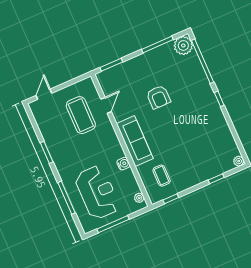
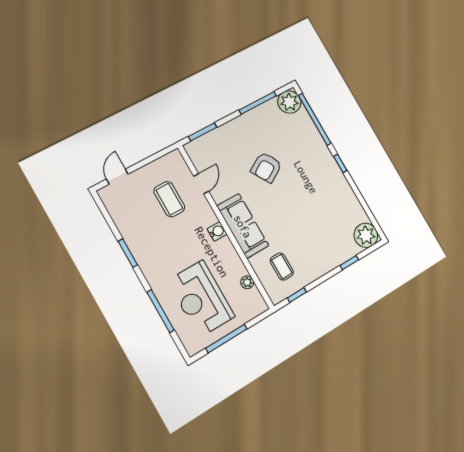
armchair: (158, 97) -> (266, 167), turned 59
coffee table: (81, 115) -> (169, 199), width x0.73, depth x0.76
plant: (239, 161) -> (366, 235), width x1.88, depth x1.88
water cooler: (123, 164) -> (217, 231), moved
reception desk: (97, 192) -> (201, 299), turned 180
plant: (139, 198) -> (247, 282), moved

